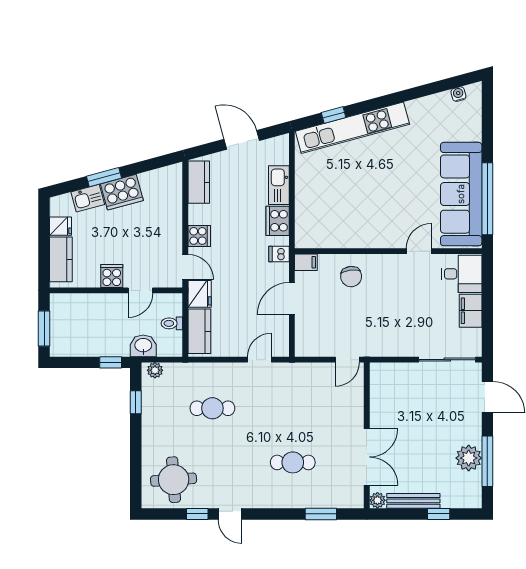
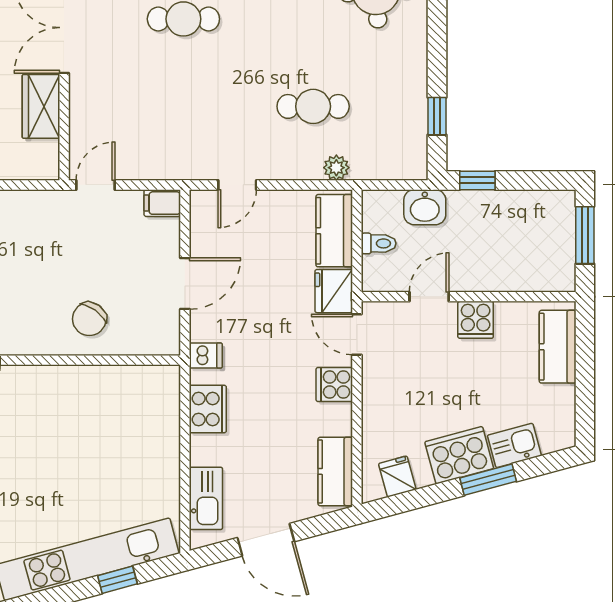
kitchen sink: (279, 185) -> (206, 498), moved
fridge: (61, 226) -> (397, 476), moved, turned 75
filing cabinet: (306, 262) -> (162, 203), moved
chair: (351, 277) -> (89, 319), turned -137
plant: (155, 370) -> (336, 168), moved
wardrobe: (381, 408) -> (41, 106), added

